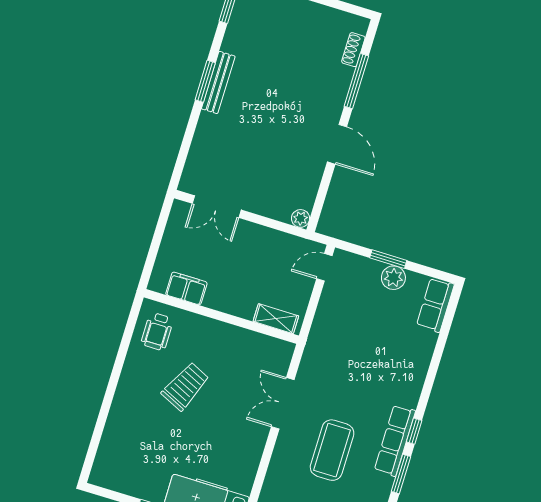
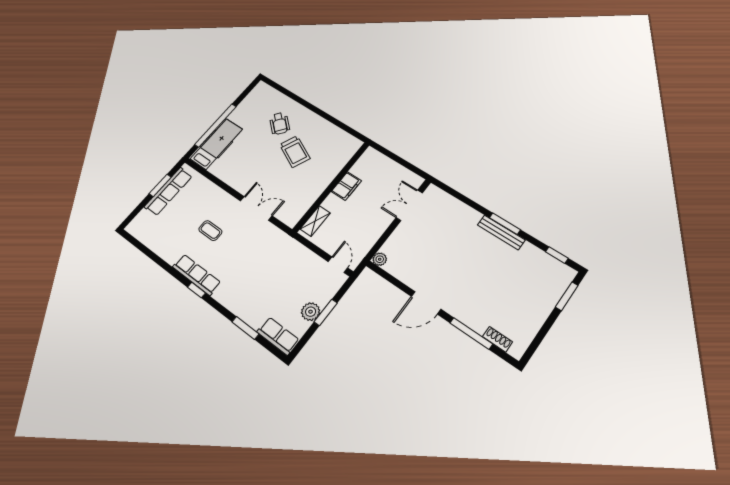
filing cabinet: (186, 288) -> (346, 186), moved
wheelchair: (157, 331) -> (280, 123), moved, turned -140
coffee table: (332, 450) -> (210, 231), width x0.54, depth x0.58
window: (401, 474) -> (245, 328), moved

